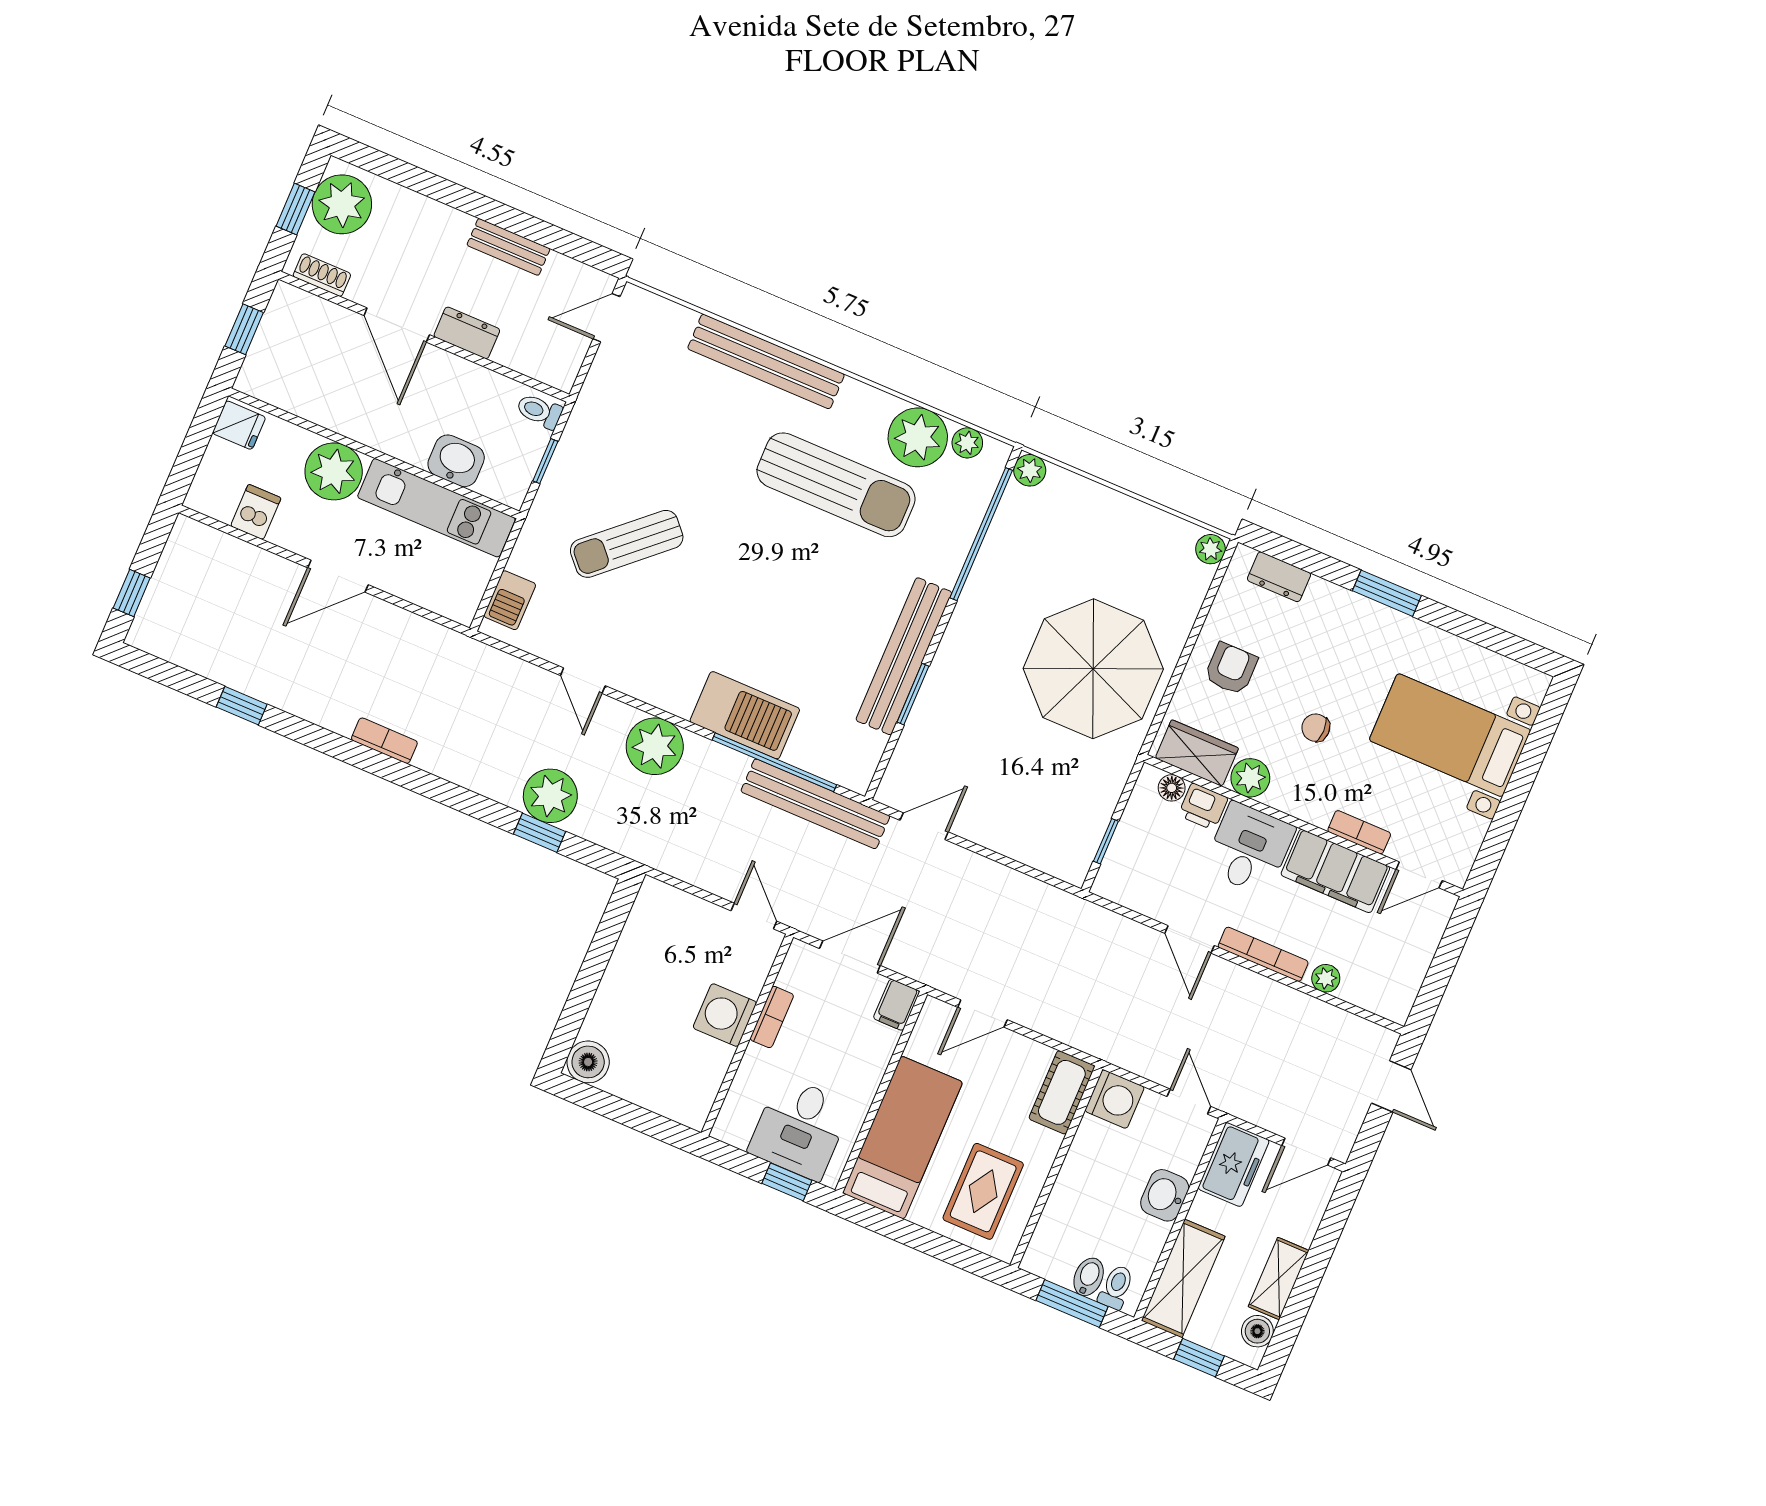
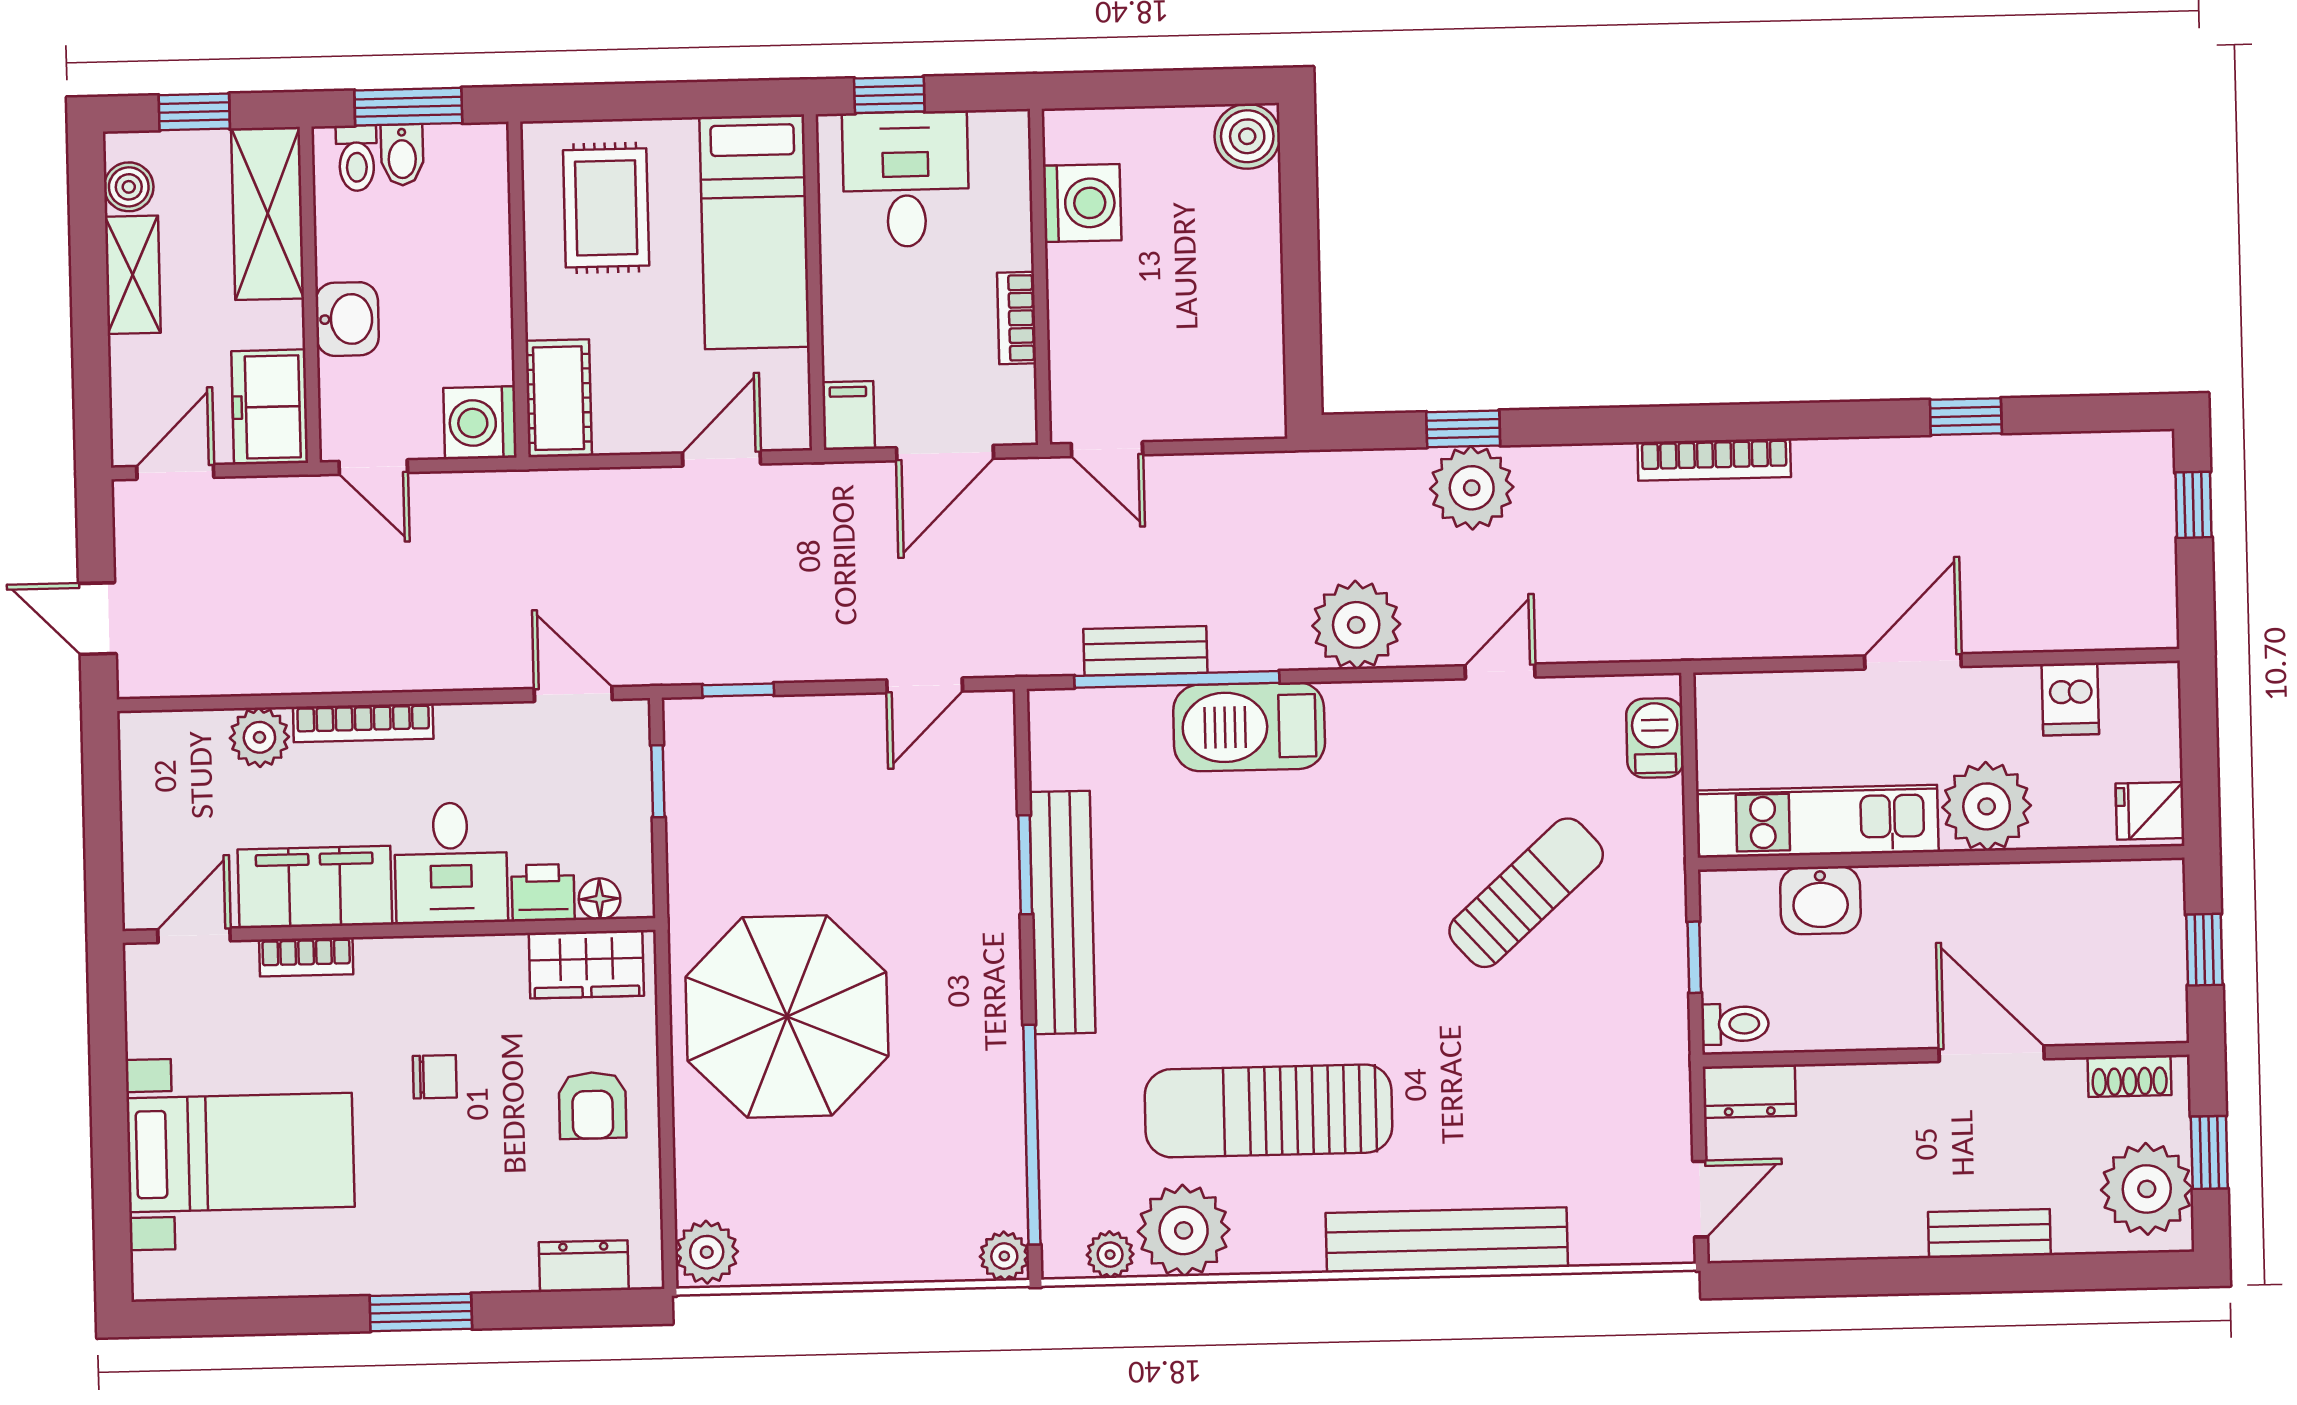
bench: (509, 247) -> (1989, 1233), moved
dresser: (467, 333) -> (1749, 1091), moved
plant: (1210, 549) -> (707, 1252), width x1.38, depth x1.38
door: (583, 681) -> (1500, 671), hinge flipped
bookcase: (384, 741) -> (1714, 460), width x1.56
plant: (1250, 778) -> (495, 964), removed
bench: (815, 804) -> (1145, 651), width x0.54, depth x0.82
window: (1035, 873) -> (738, 690), added
door: (1190, 939) -> (573, 694), moved
plant: (1326, 978) -> (259, 737), width x1.38, depth x1.38
washing machine: (725, 1015) -> (1082, 203), moved

